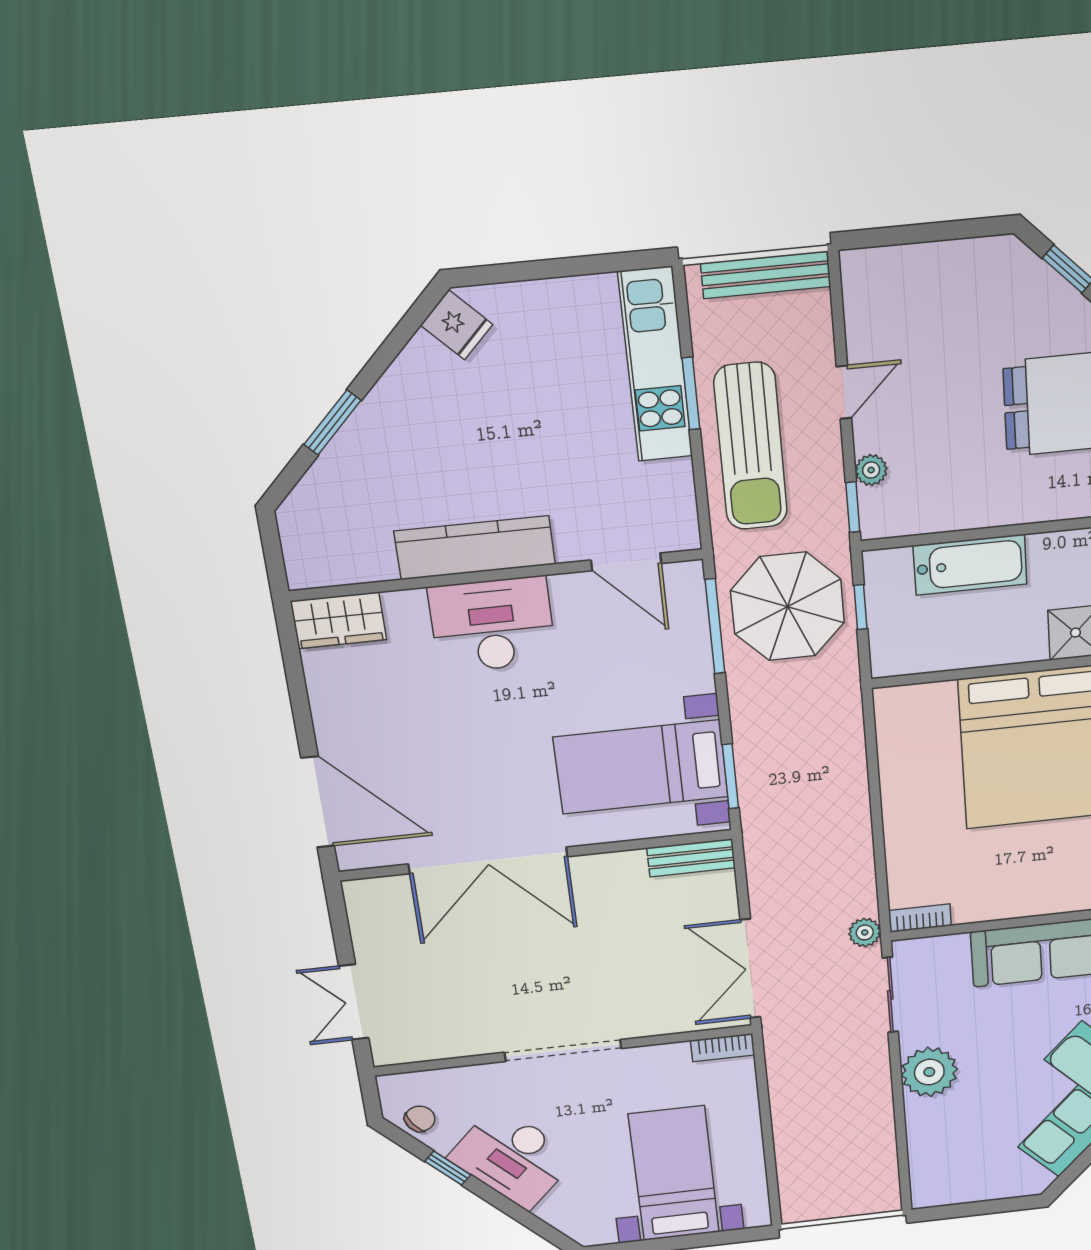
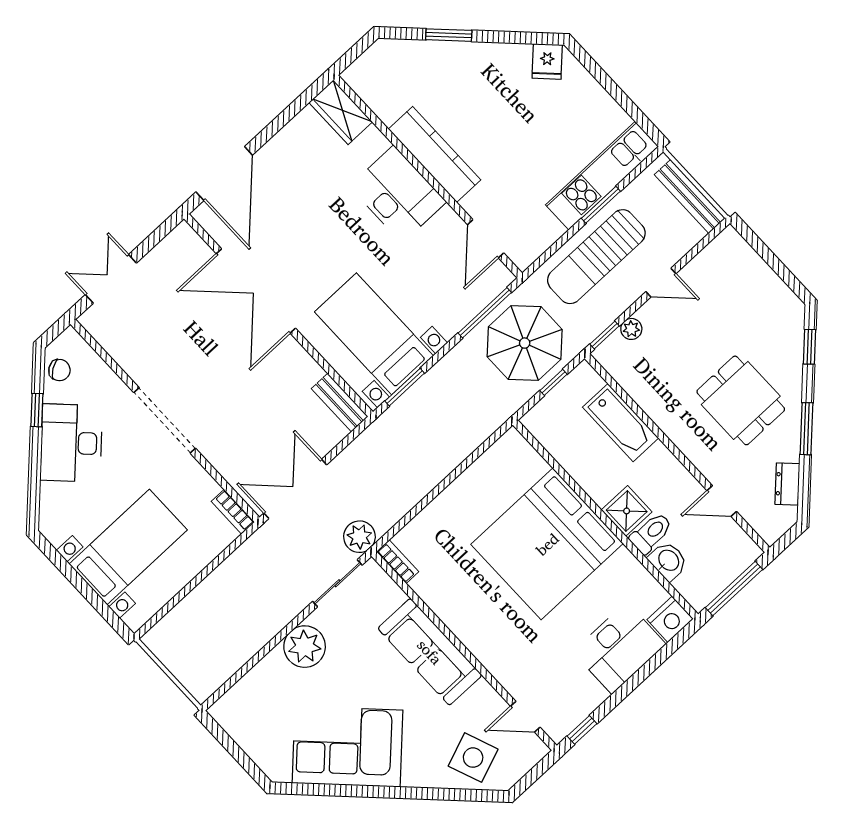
plant: (865, 932) -> (359, 537), width x1.38, depth x1.38

